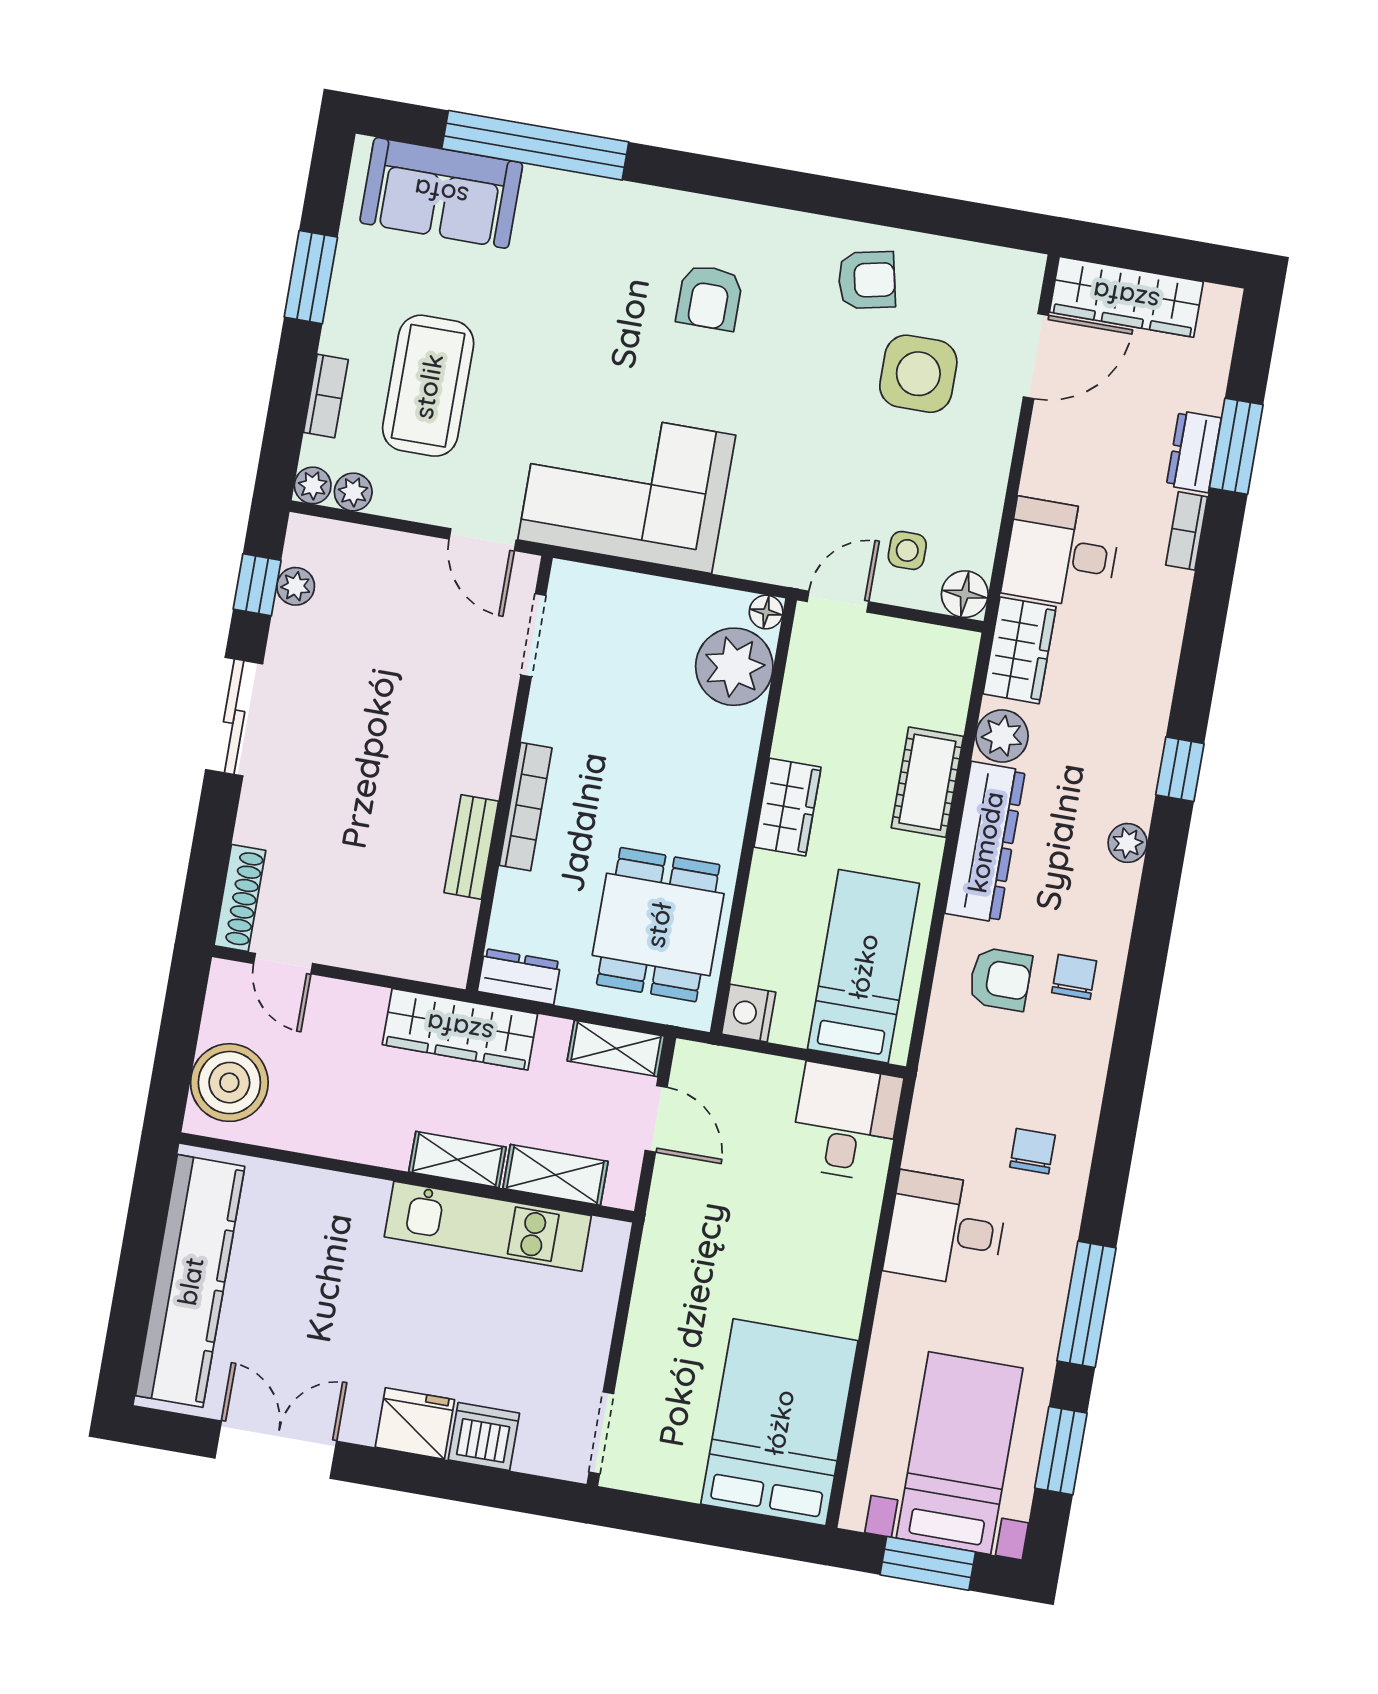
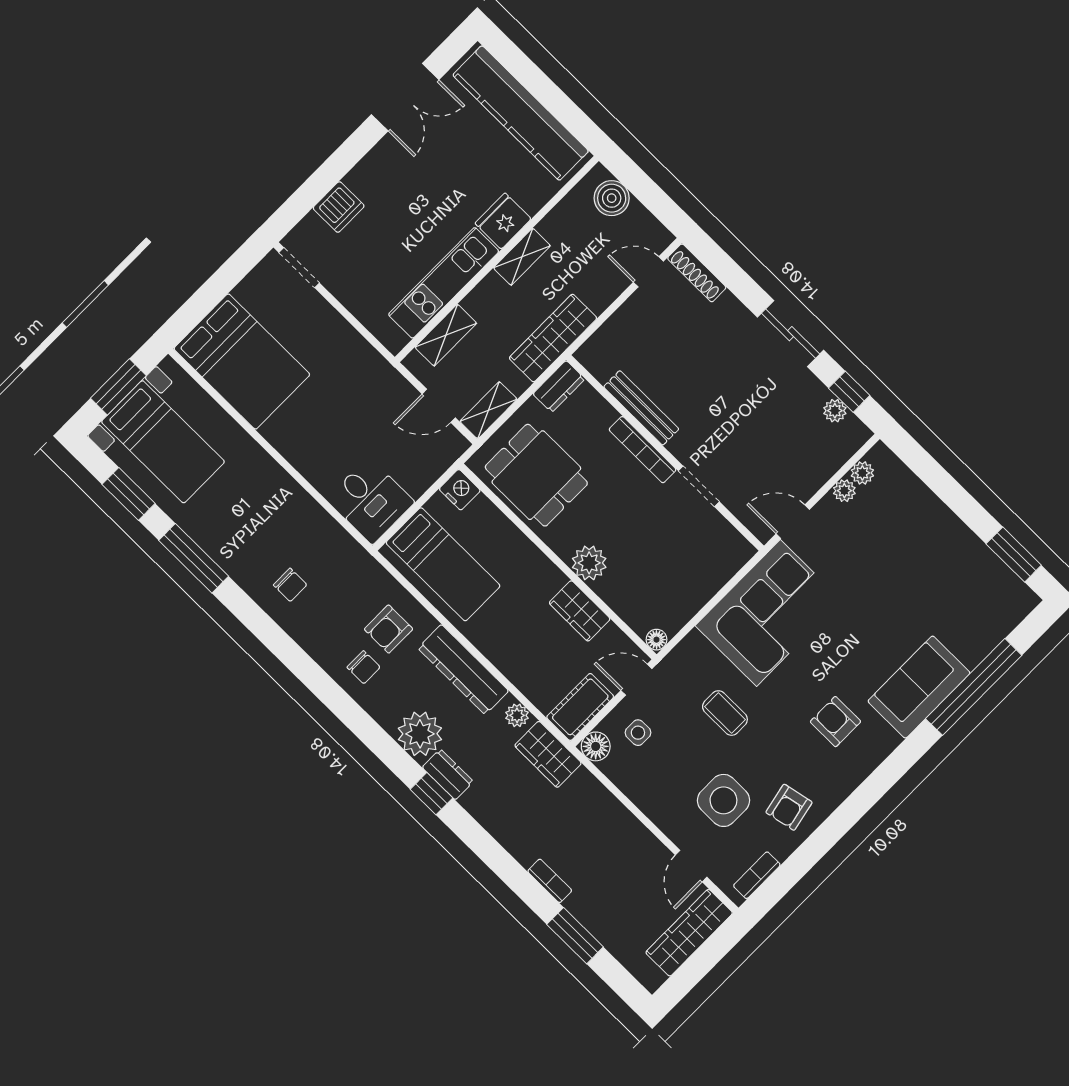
sofa: (441, 193) -> (919, 687), moved
window: (311, 277) -> (1014, 554), moved
door: (1036, 356) -> (691, 866), width x0.73
coffee table: (428, 386) -> (725, 713), moved, width x0.54, depth x0.58
bookcase: (326, 396) -> (757, 875), moved, turned 90
dresser: (1194, 452) -> (448, 774), moved
plant: (313, 485) -> (844, 491), moved
desk: (1061, 553) -> (582, 810), removed
door: (838, 602) -> (636, 680), swing flipped
doorway: (533, 635) -> (699, 486), moved
plant: (734, 667) -> (589, 563), moved, width x0.73, depth x0.73
plant: (1002, 736) -> (517, 715), width x0.73, depth x0.73
cot: (927, 782) -> (580, 707), moved, turned 90
wardrobe: (787, 807) -> (580, 611), moved
plant: (1128, 843) -> (420, 734), width x1.87, depth x1.87
bench: (471, 847) -> (641, 408), width x1.36
boiler: (229, 1083) -> (612, 198), width x0.73, depth x0.73
shelving: (457, 1159) -> (522, 257), moved
desk: (946, 1229) -> (281, 513), removed
fridge: (415, 1423) -> (503, 221), moved, turned 180

